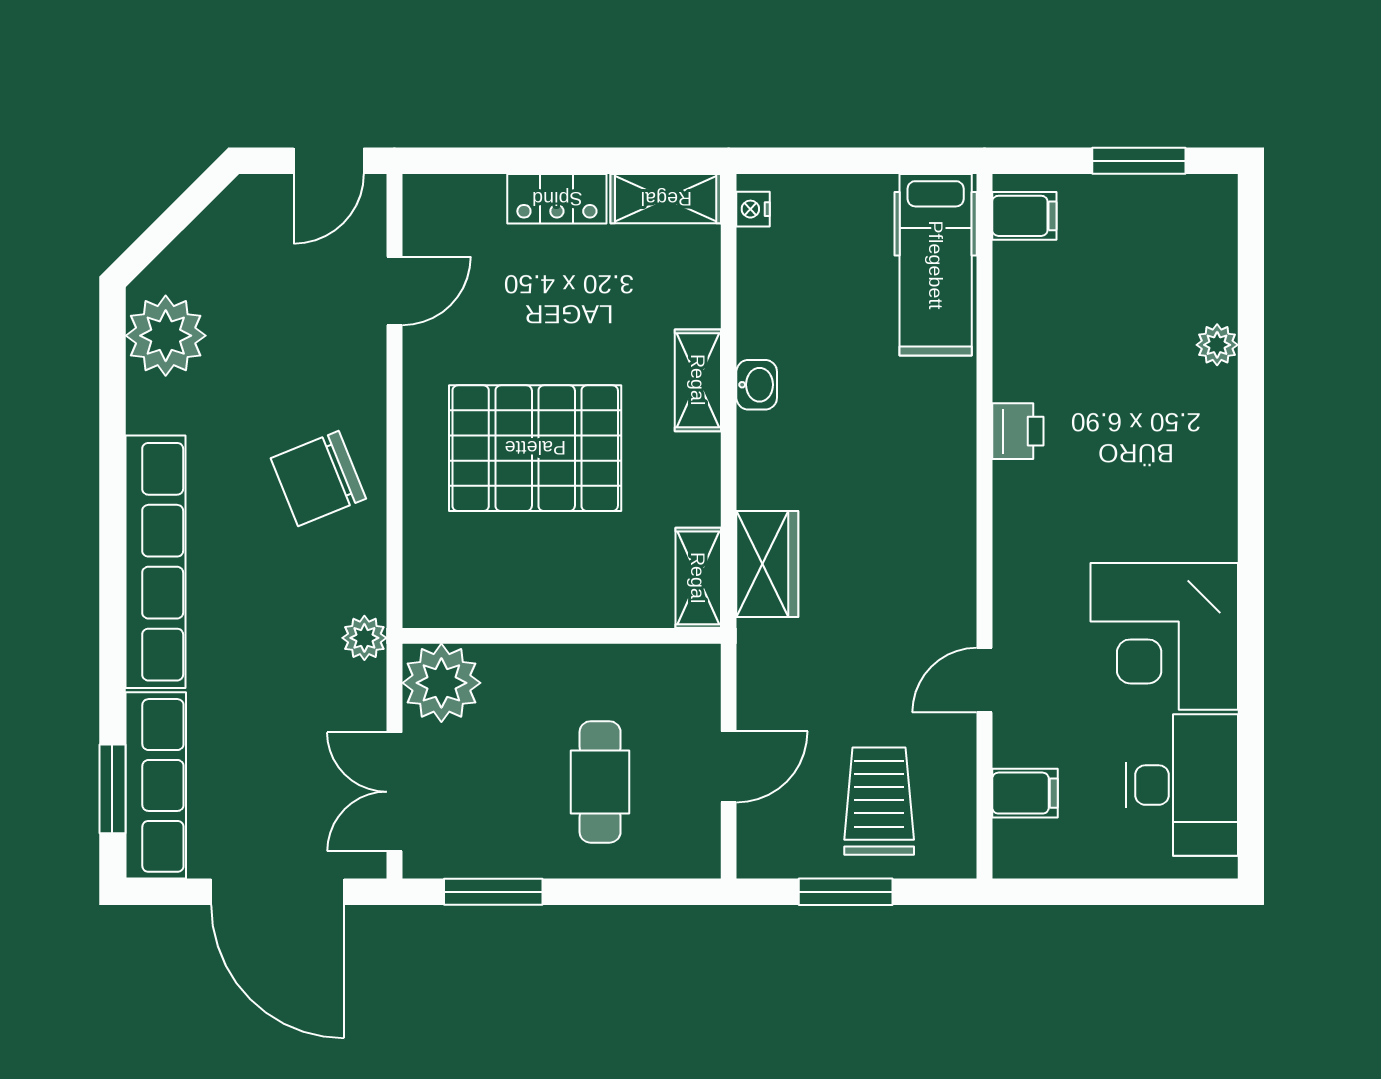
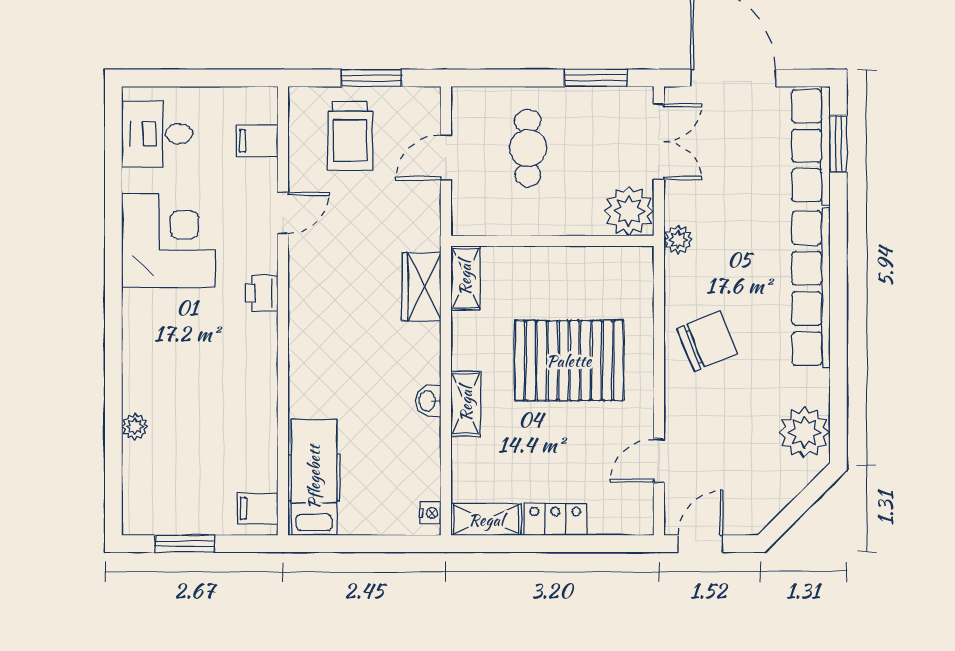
printer: (1018, 431) -> (262, 293), moved
desk: (1182, 785) -> (157, 134), width x0.73

